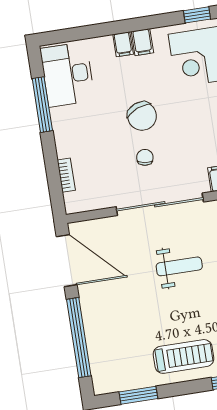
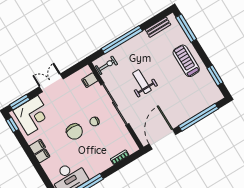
chair: (142, 116) -> (74, 132), turned 112

